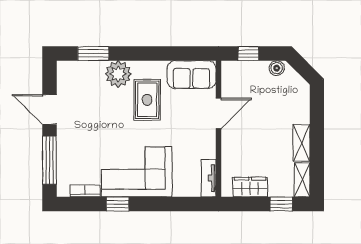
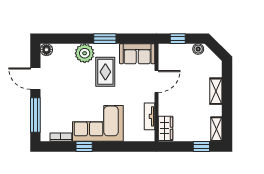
window: (93, 54) -> (105, 39), moved
floor lamp: (65, 69) -> (46, 50), added
shelving: (301, 143) -> (216, 91), moved
tv unit: (209, 178) -> (149, 116), moved
wardrobe: (250, 187) -> (166, 128), moved, turned 90

